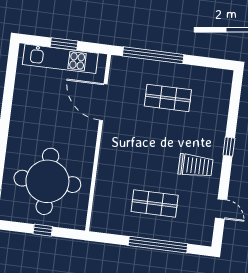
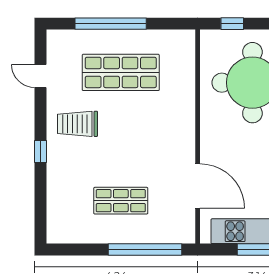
shop shelf: (155, 203) -> (121, 72), width x1.43, depth x1.36
window: (43, 230) -> (232, 24), moved

